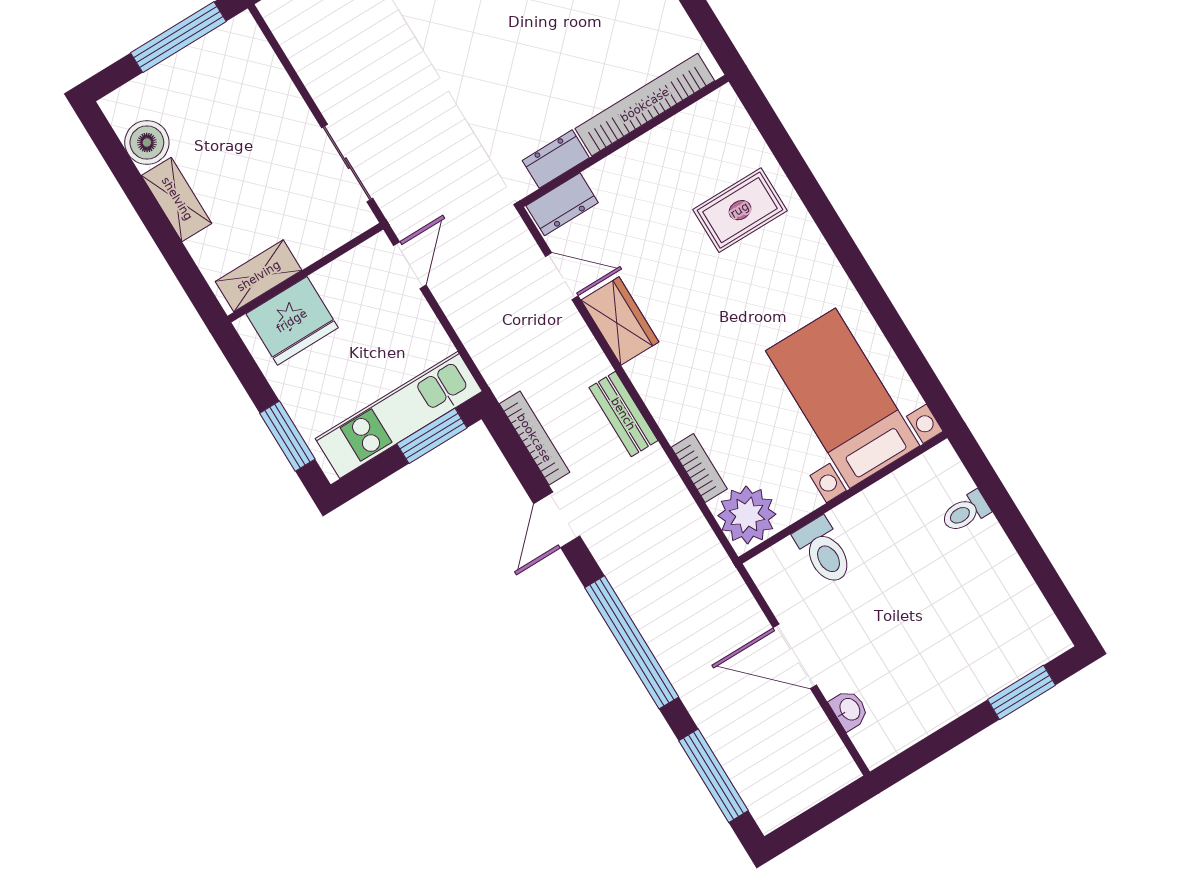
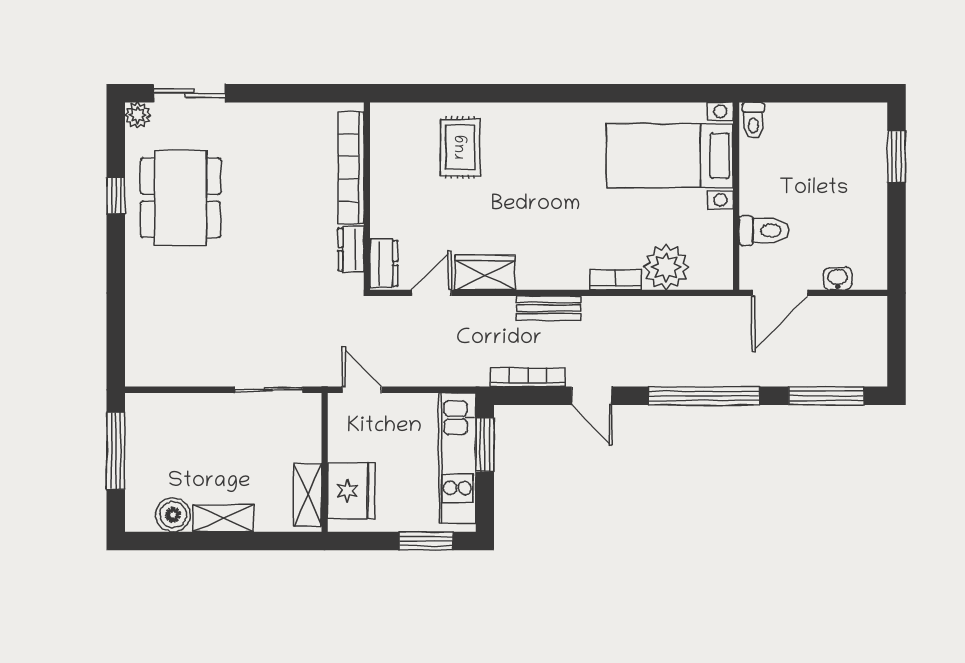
bed with nightstands: (843, 398) -> (670, 156), moved
wall: (843, 498) -> (736, 196), moved
toilet: (824, 551) -> (764, 231), moved

